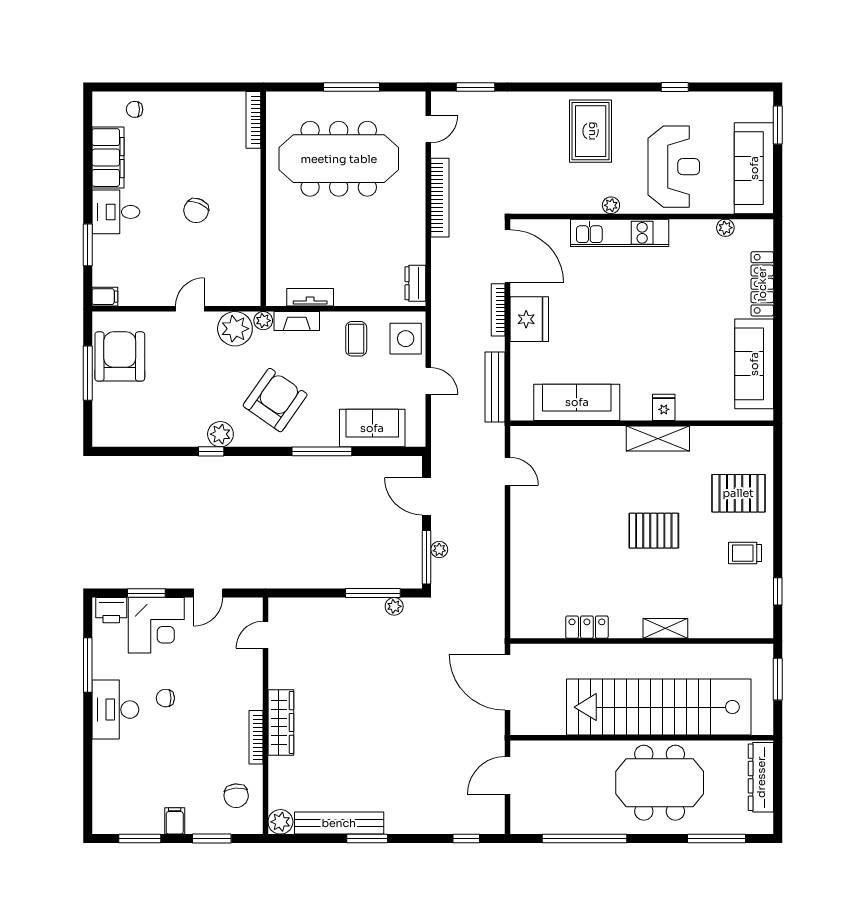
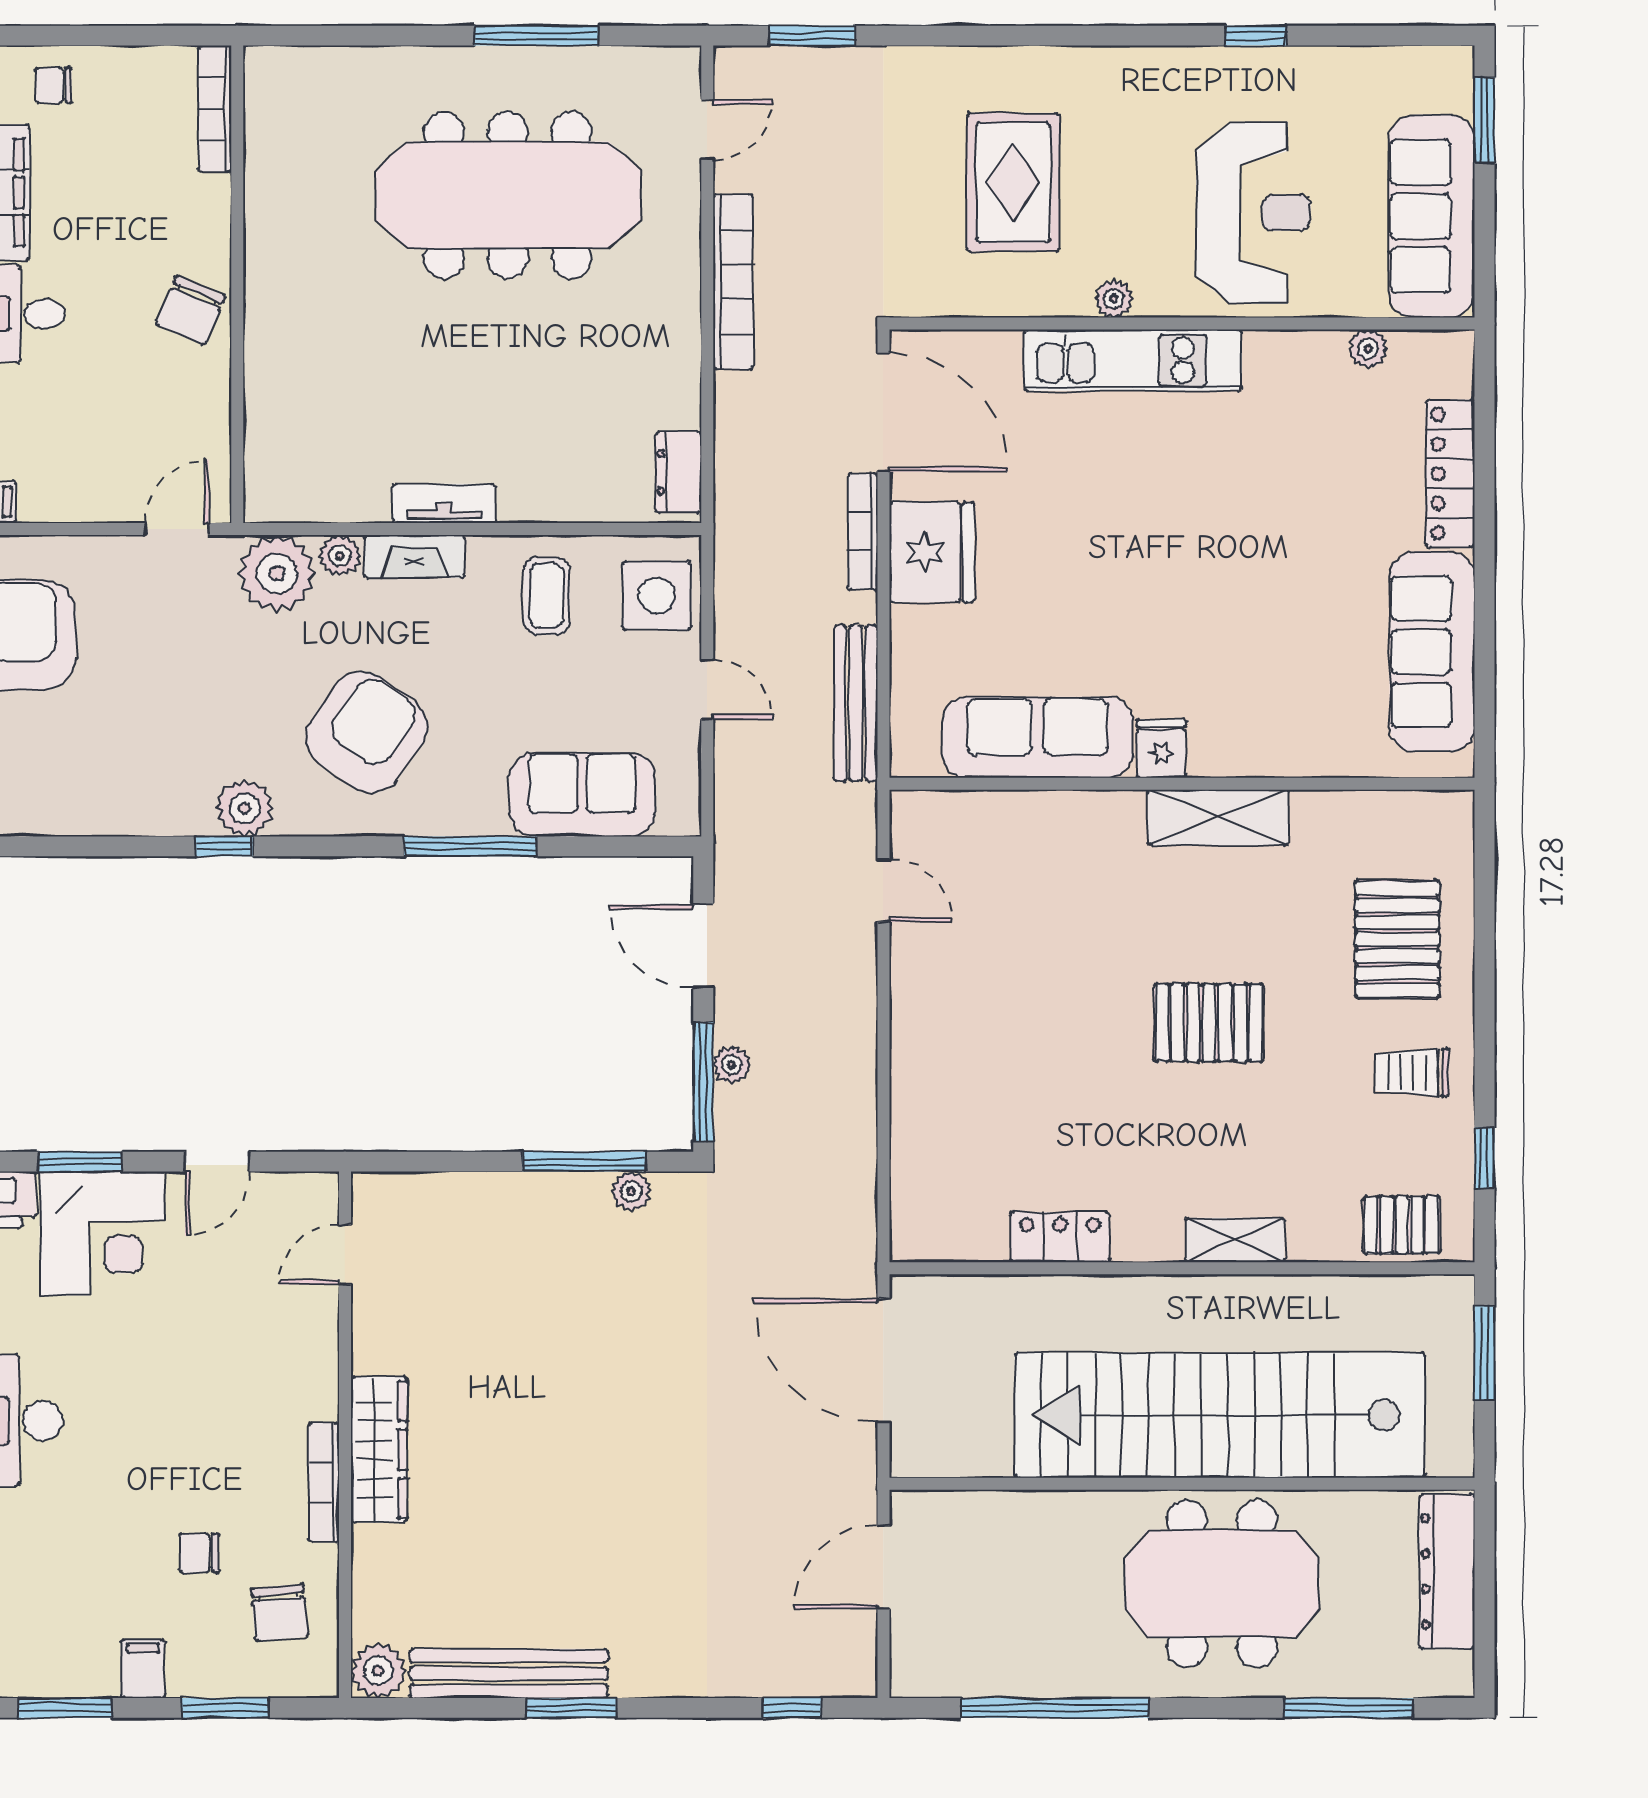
bookcase: (253, 120) -> (215, 109), moved
rug: (591, 131) -> (1013, 182), moved
wall: (263, 199) -> (237, 284), moved
fridge: (664, 407) -> (1161, 748), moved
pallet: (738, 493) -> (1397, 939), turned 90
pallet: (740, 621) -> (1402, 1225), added
chair: (165, 698) -> (199, 1553), moved

